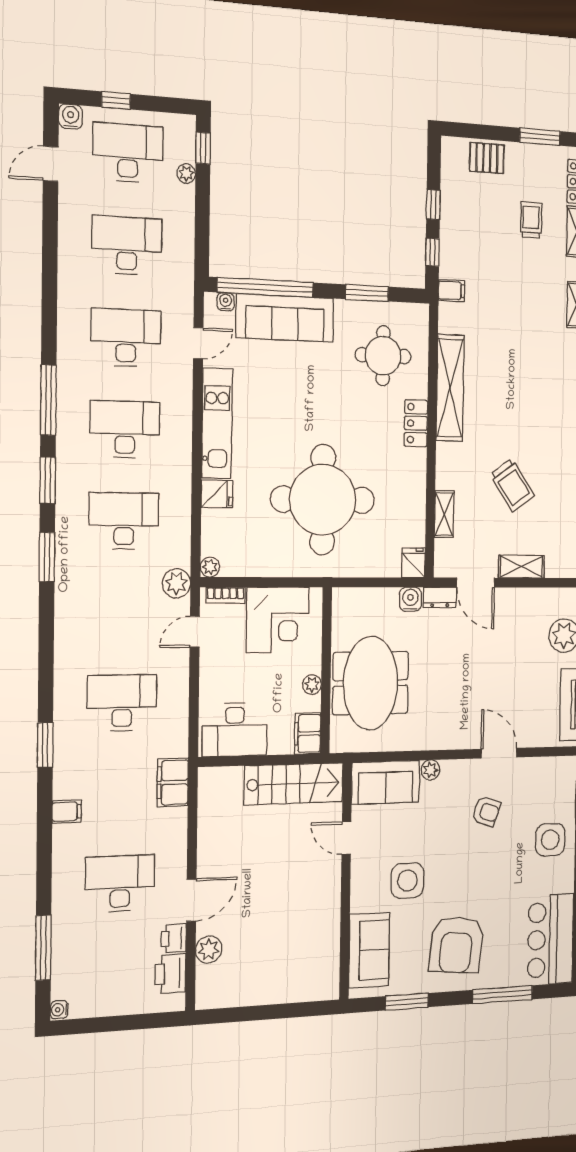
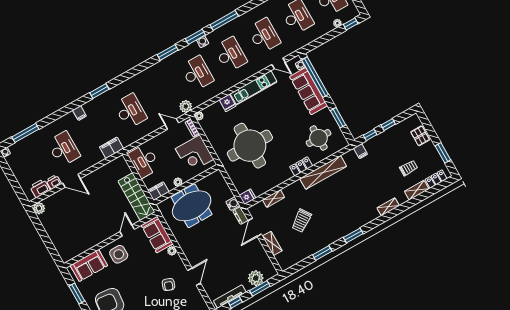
water cooler: (66, 471) -> (203, 42), added
side table: (407, 881) -> (119, 254), moved
plant: (209, 950) -> (39, 208), moved

